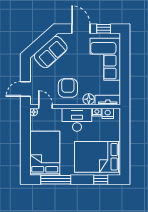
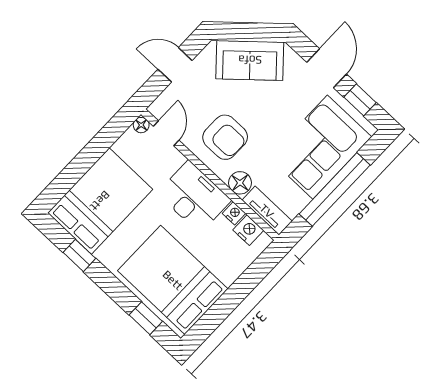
window: (125, 70) -> (335, 189), added
armchair: (68, 88) -> (225, 137), turned 90
door: (25, 89) -> (175, 65), moved
window: (56, 180) -> (79, 255), width x0.46

